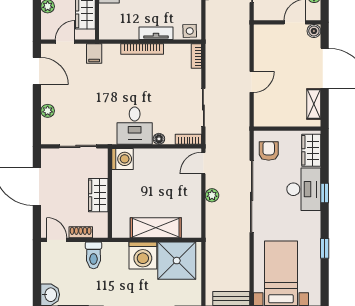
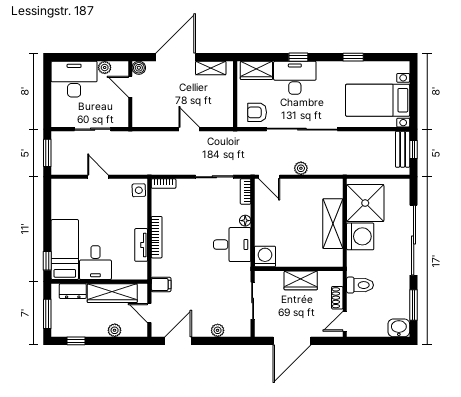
tv unit: (156, 33) -> (141, 245), moved

